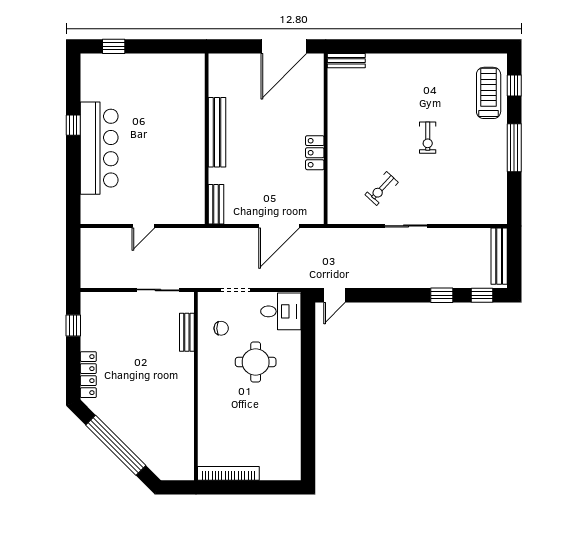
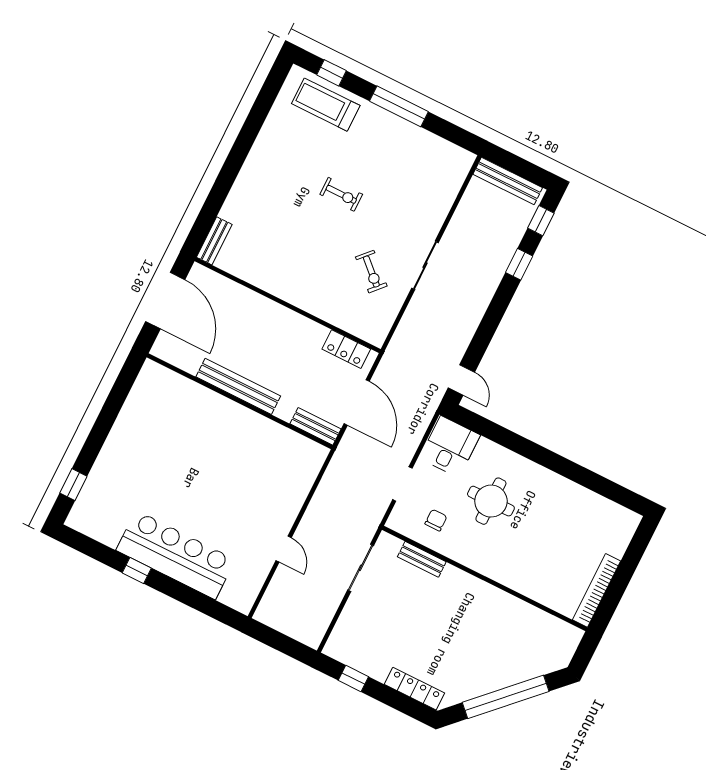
bench: (217, 132) -> (238, 386), moved
wall: (207, 139) -> (240, 401), moved
locker: (315, 153) -> (346, 349), moved
bench: (216, 204) -> (316, 426), moved

